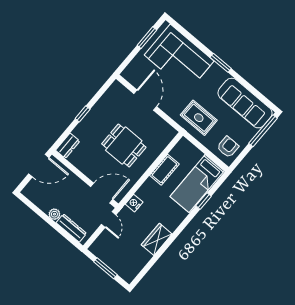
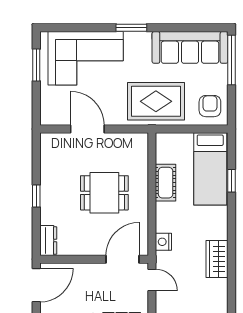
rug: (199, 118) -> (156, 101), width x1.36, depth x1.43

